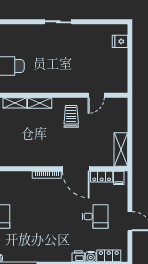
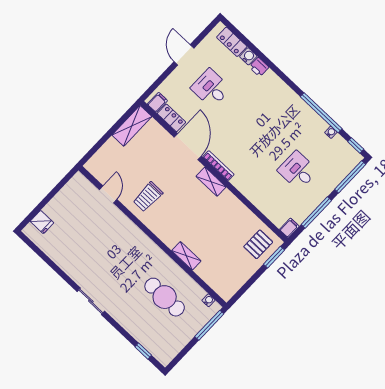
sliding door: (58, 22) -> (91, 301), moved
door: (96, 95) -> (108, 194), hinge flipped
shelving: (40, 103) -> (211, 182), moved

